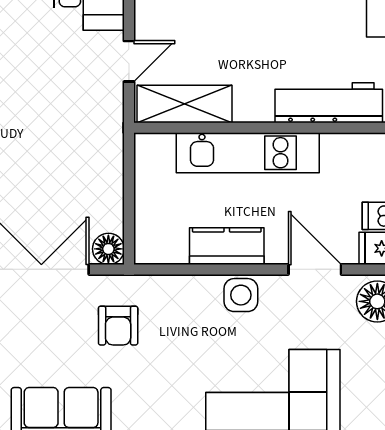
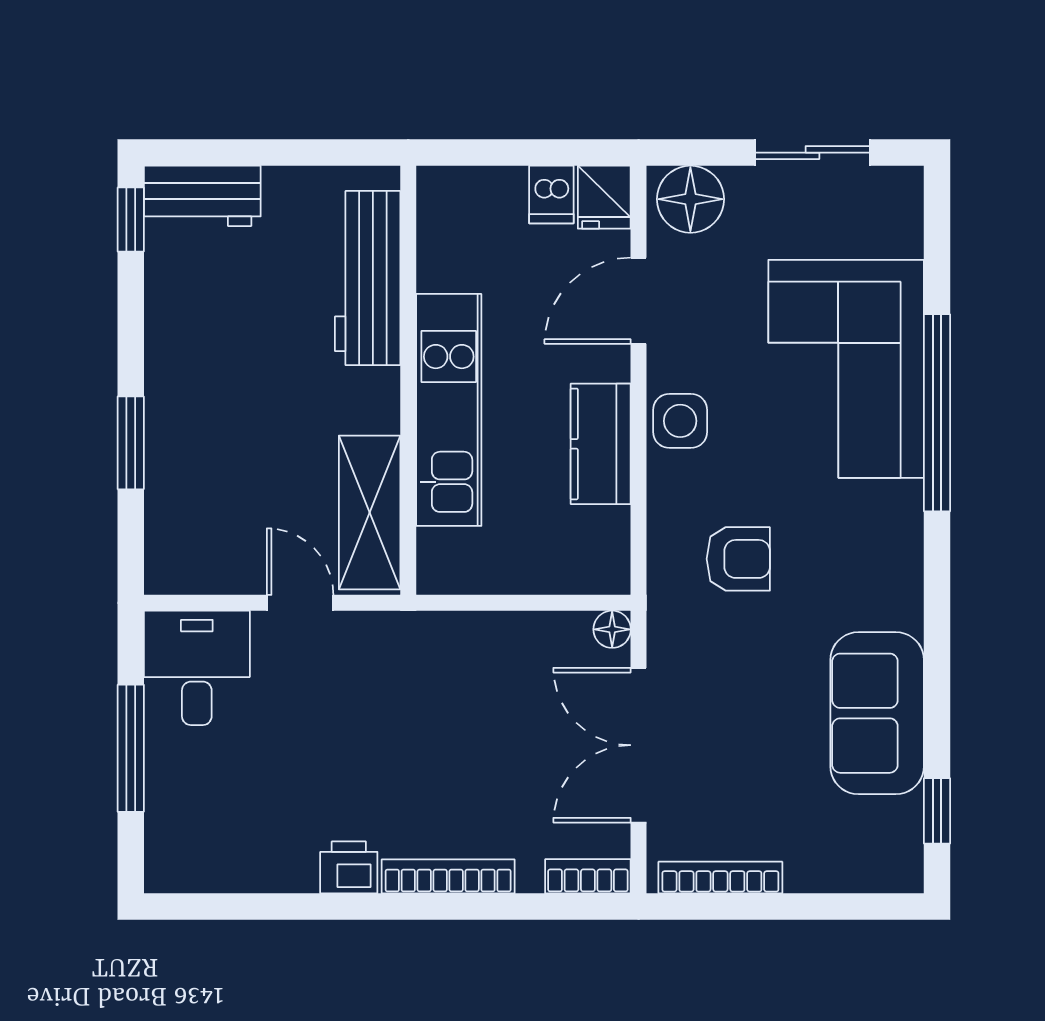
floor lamp: (108, 249) -> (612, 629), width x0.73, depth x0.73
armchair: (118, 326) -> (738, 559), moved

